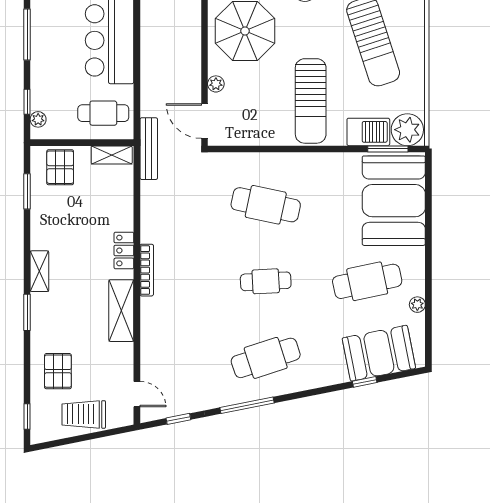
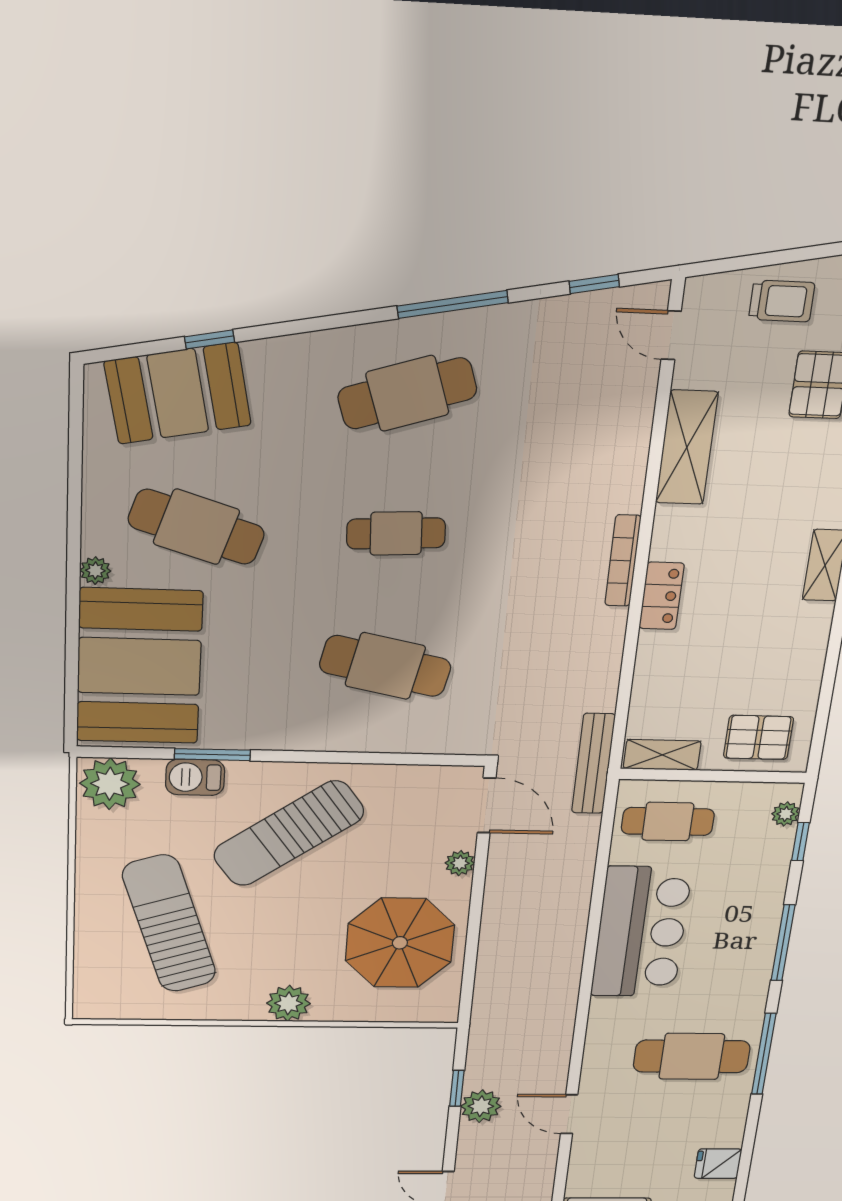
sun lounger: (311, 101) -> (289, 833), turned -126
barbecue: (368, 132) -> (195, 777), width x0.73, depth x0.79
window: (388, 149) -> (212, 755), moved
pallet: (60, 167) -> (758, 737), turned 90
window: (27, 191) -> (825, 700), removed
cafe table: (367, 281) -> (196, 527), turned 30
plant: (417, 305) -> (95, 571), moved
shelving: (121, 311) -> (687, 448), moved
trolley: (84, 414) -> (782, 301), width x0.73, depth x0.72

